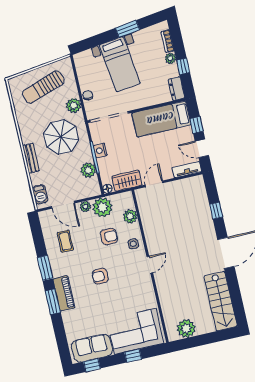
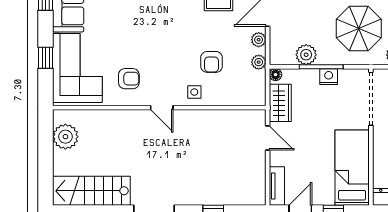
plant: (102, 207) -> (259, 62), width x0.53, depth x0.53
plant: (130, 216) -> (232, 96), removed
armchair: (100, 276) -> (129, 79), moved, turned 90

